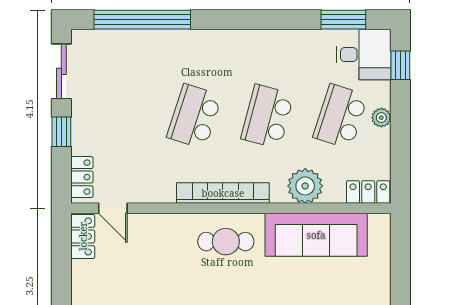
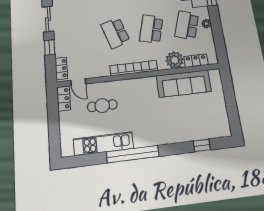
school desk: (194, 116) -> (115, 33), turned -36
locker: (368, 192) -> (196, 61), moved
cafe table: (226, 242) -> (102, 106), moved

